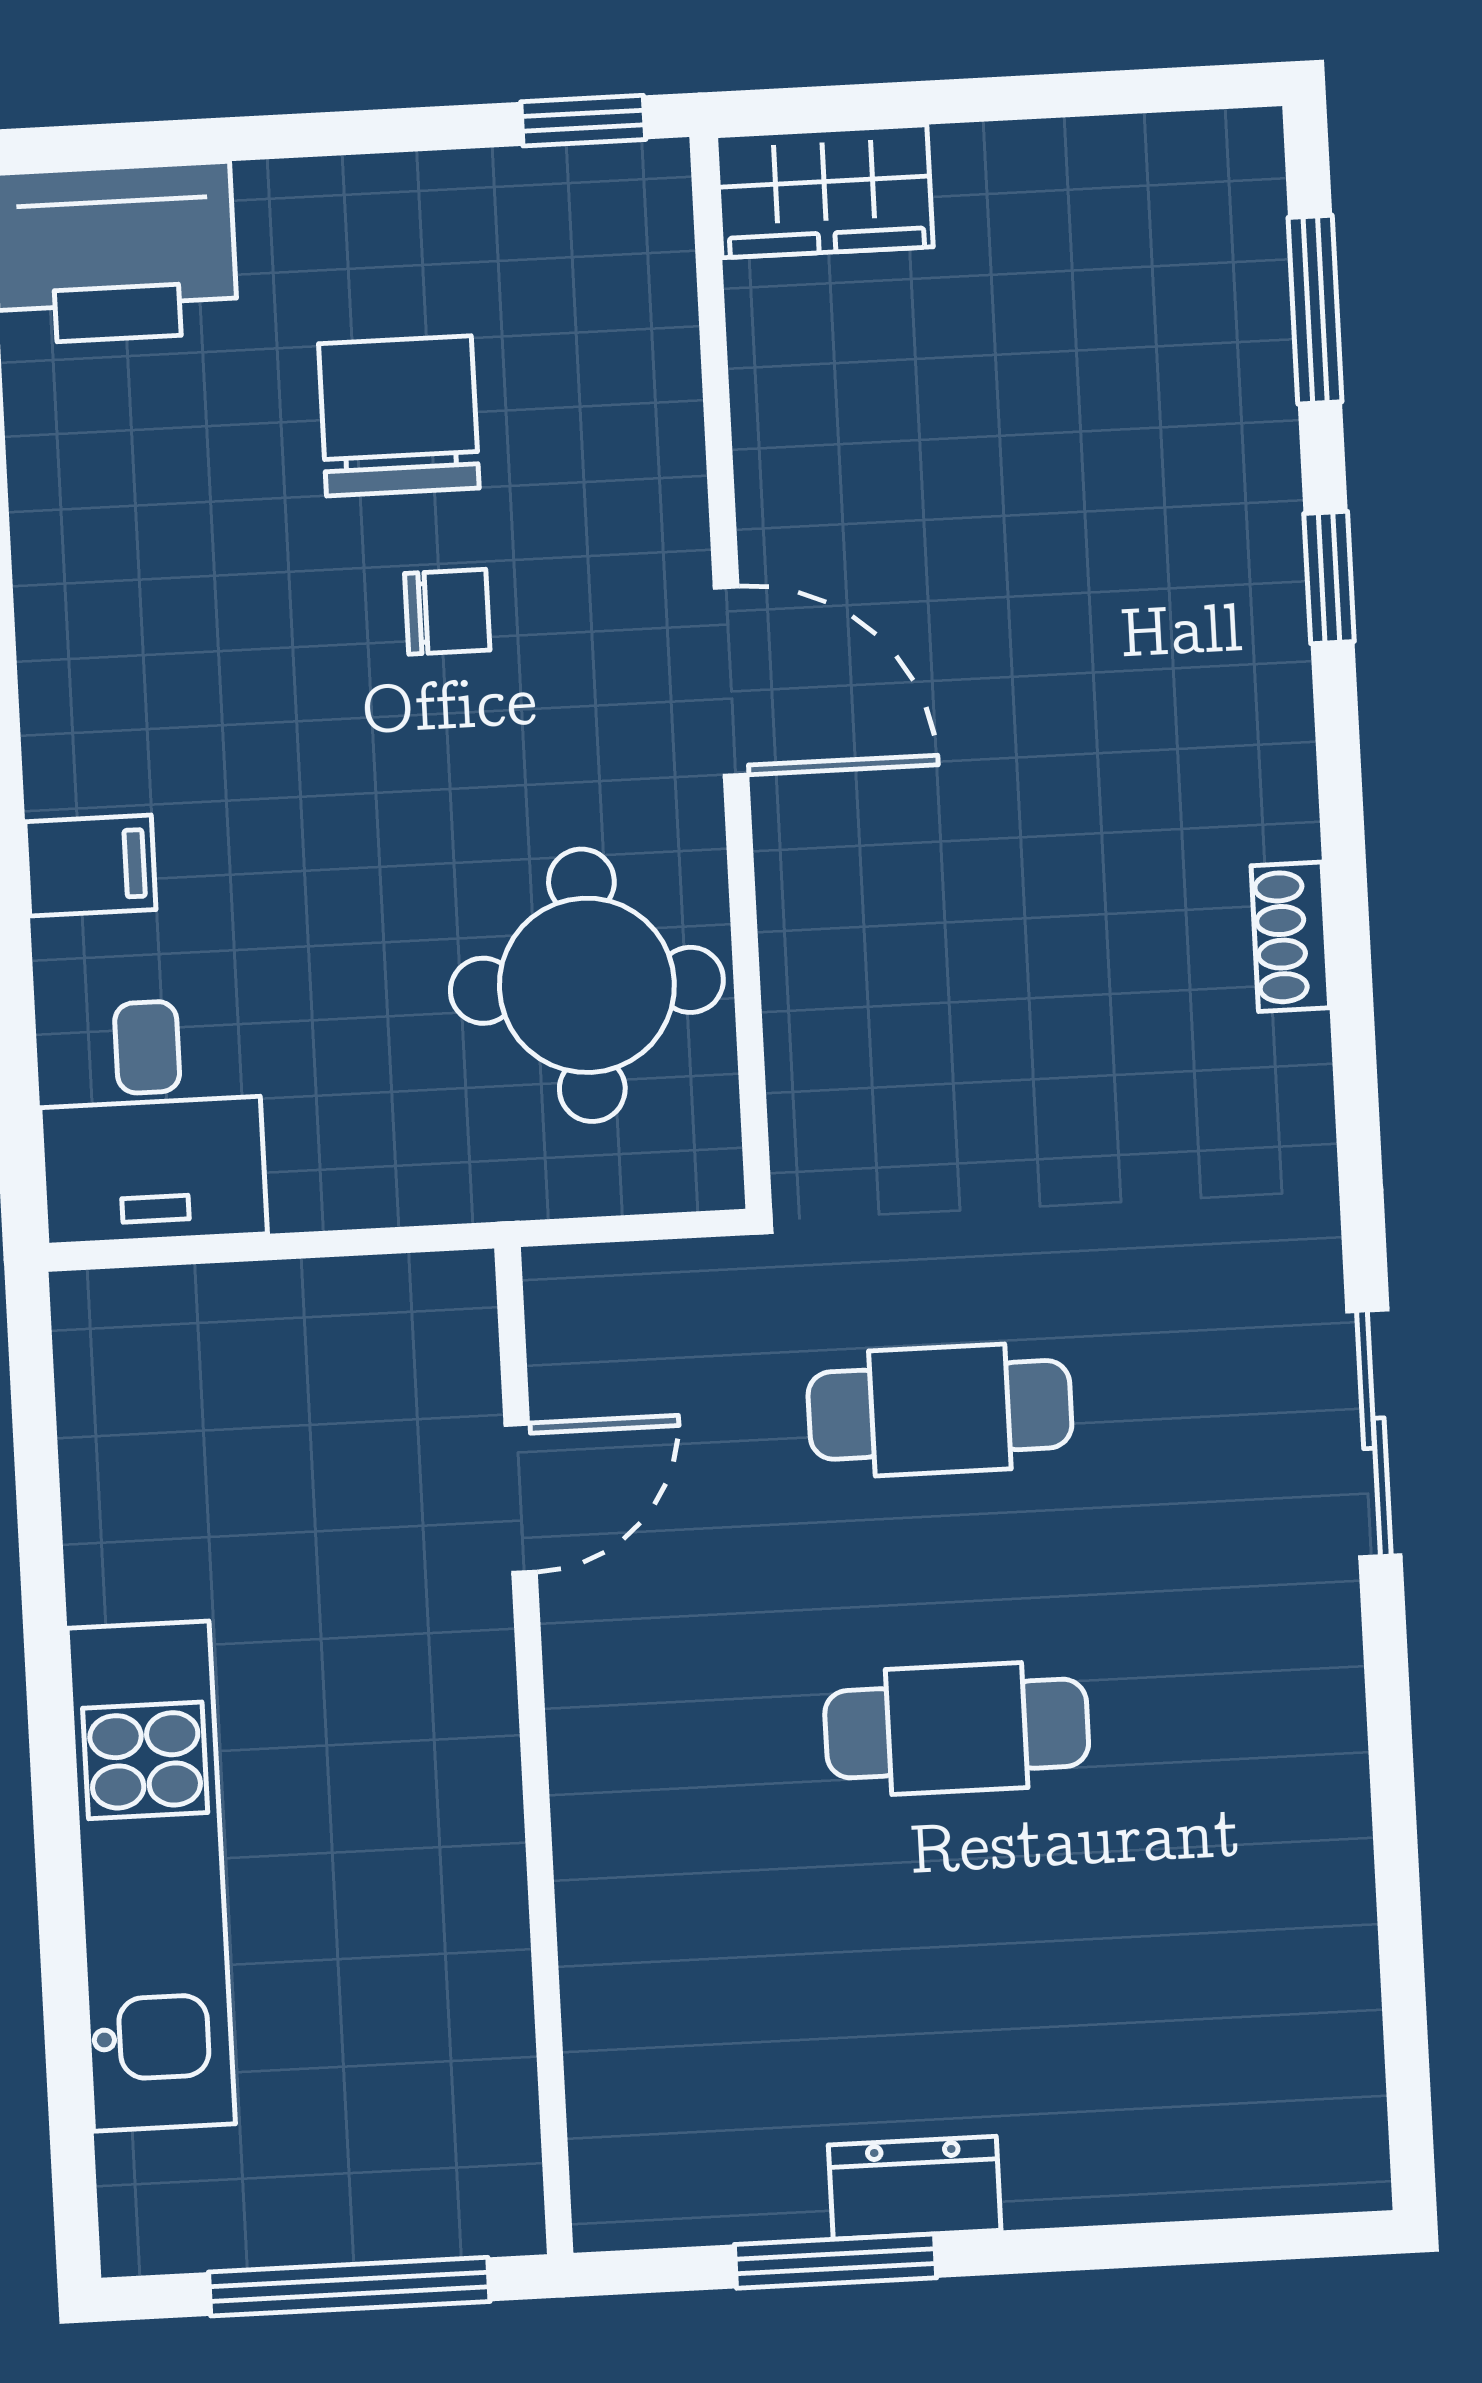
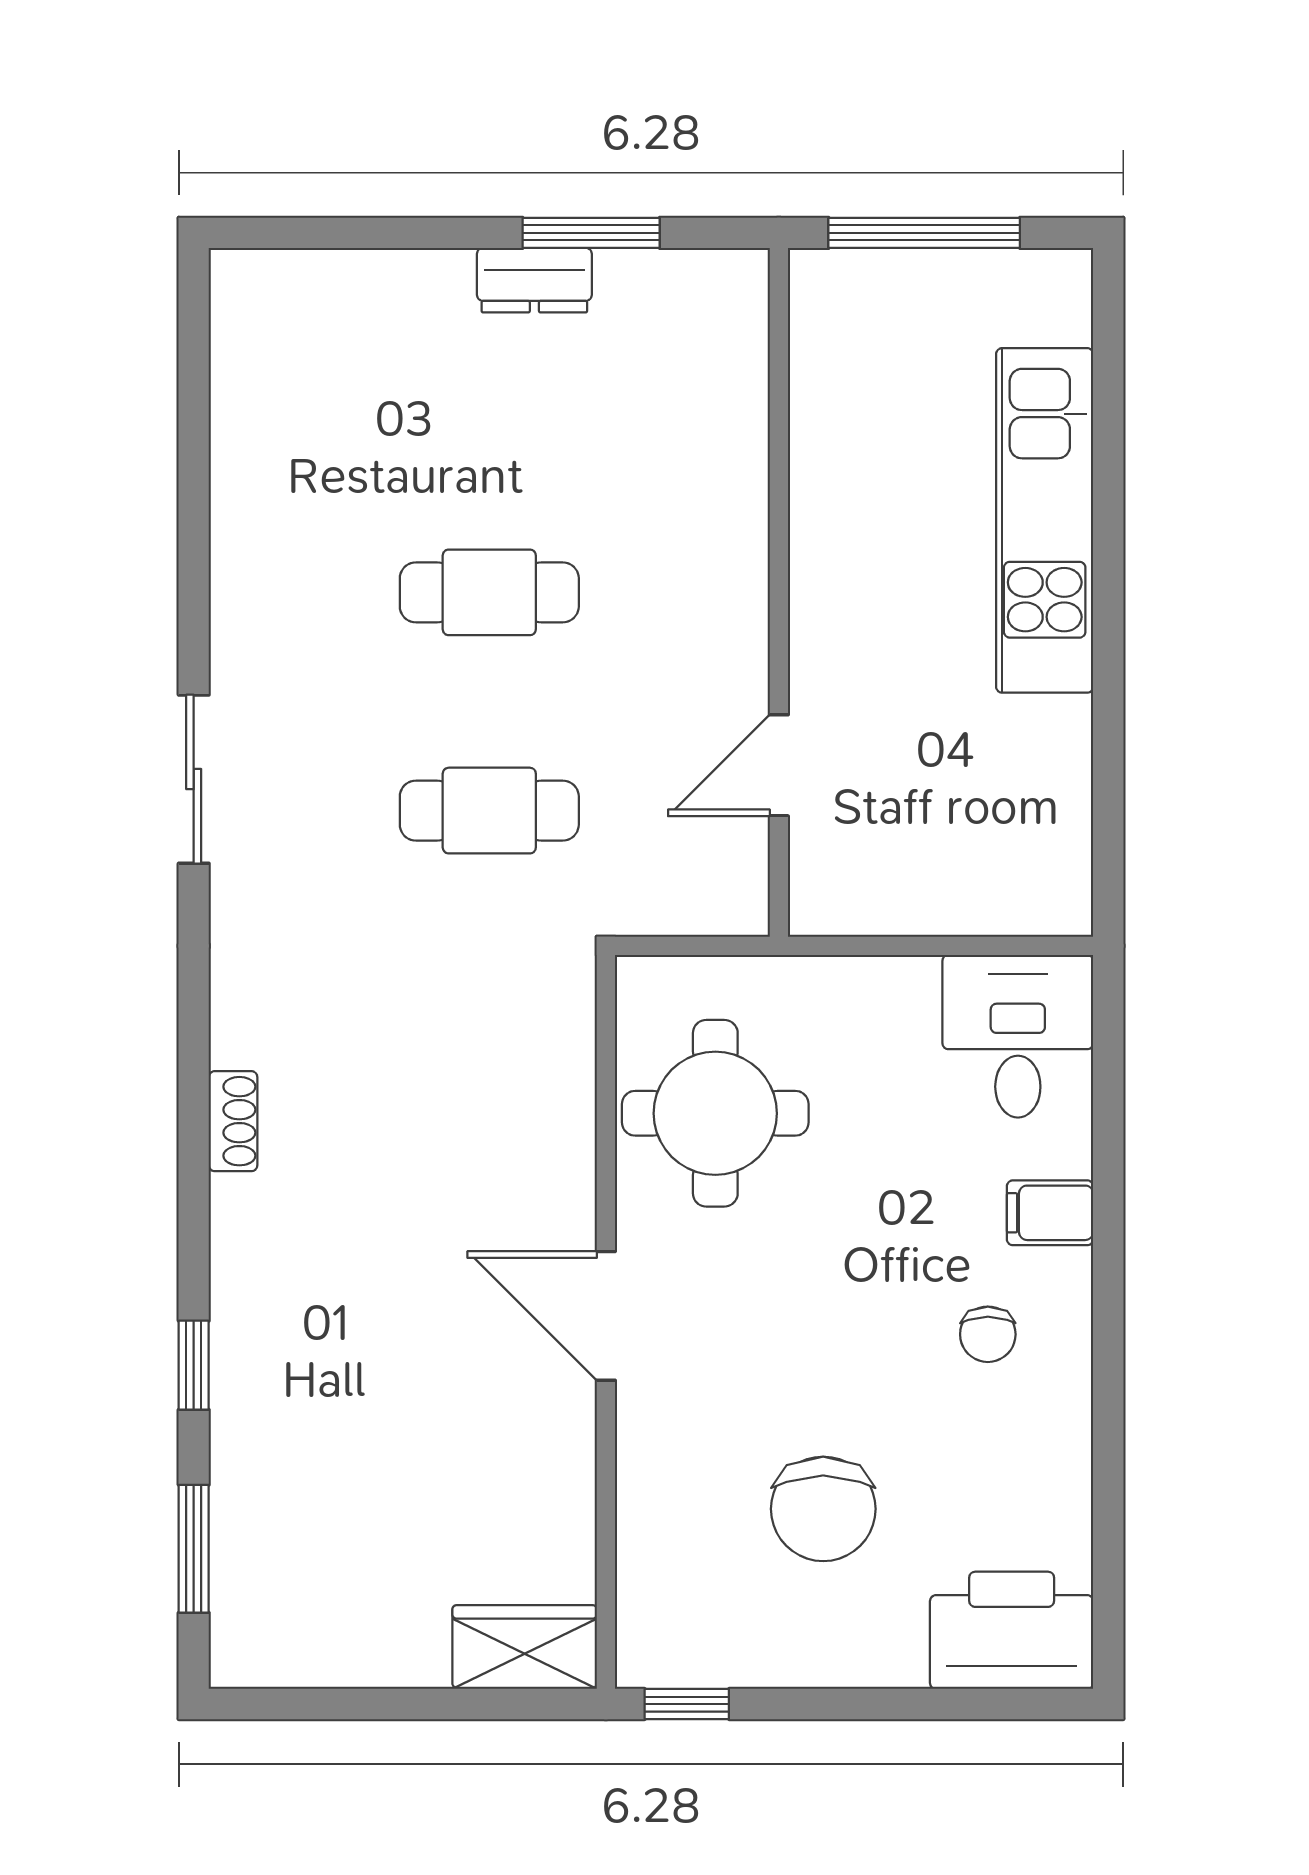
chair: (447, 612) -> (988, 1334), moved, turned -90

